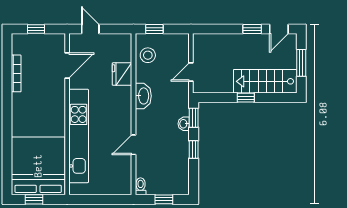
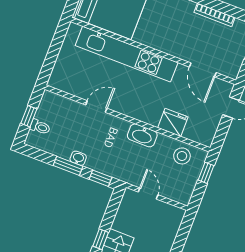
washbasin: (184, 124) -> (78, 158), moved
door: (133, 145) -> (96, 107), hinge flipped
window: (194, 150) -> (68, 166), width x1.50
toilet: (141, 186) -> (40, 127), moved

